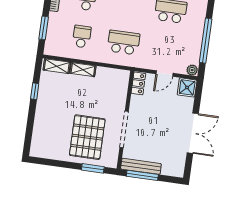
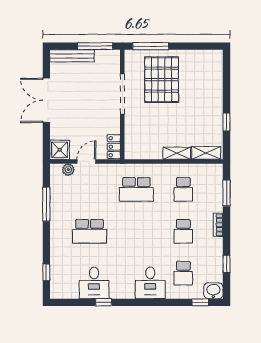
window: (206, 41) -> (46, 204), width x0.68
plant: (192, 70) -> (68, 170), moved
bench: (141, 166) -> (72, 56), moved
window: (93, 168) -> (151, 46), width x1.44

